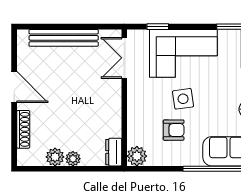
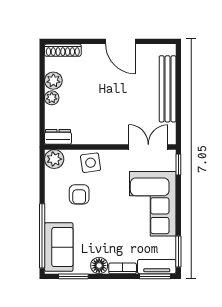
window: (158, 27) -> (178, 165), moved
door: (14, 87) -> (120, 41), hinge flipped
side table: (183, 99) -> (91, 163), moved
shoe rack: (23, 129) -> (63, 50), moved

